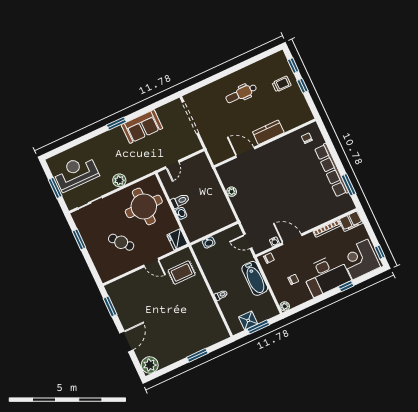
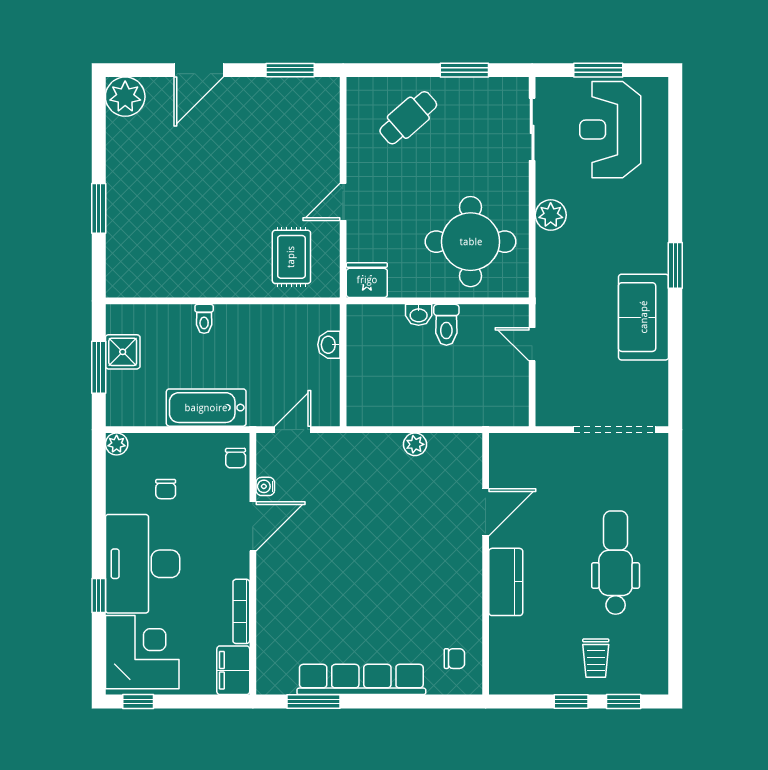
dental chair: (241, 93) -> (616, 563), width x1.36, depth x1.38
reception desk: (76, 173) -> (610, 130), turned 180
cafe table: (121, 242) -> (408, 118), moved
door: (126, 341) -> (199, 70), hinge flipped

